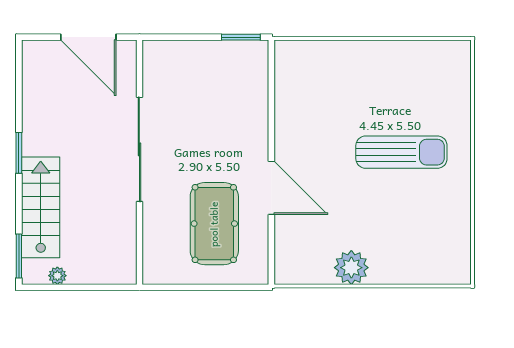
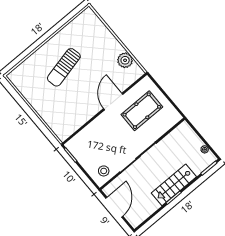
stool: (166, 71) -> (104, 171), added
sun lounger: (401, 152) -> (64, 67), turned -103
stairs: (41, 207) -> (174, 185), moved
plant: (351, 268) -> (125, 60), moved

